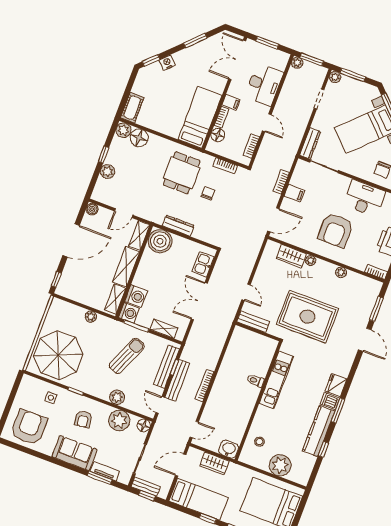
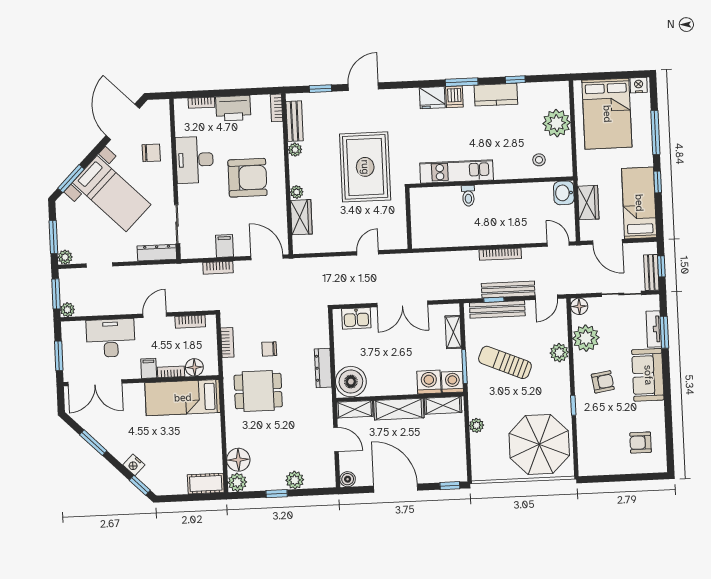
window: (376, 309) -> (320, 89), width x0.67
bench: (253, 322) -> (295, 121), moved
side table: (51, 398) -> (594, 431), removed
armchair: (29, 427) -> (641, 443), width x0.53, depth x0.53
kitchen counter: (319, 431) -> (496, 95), width x0.67

